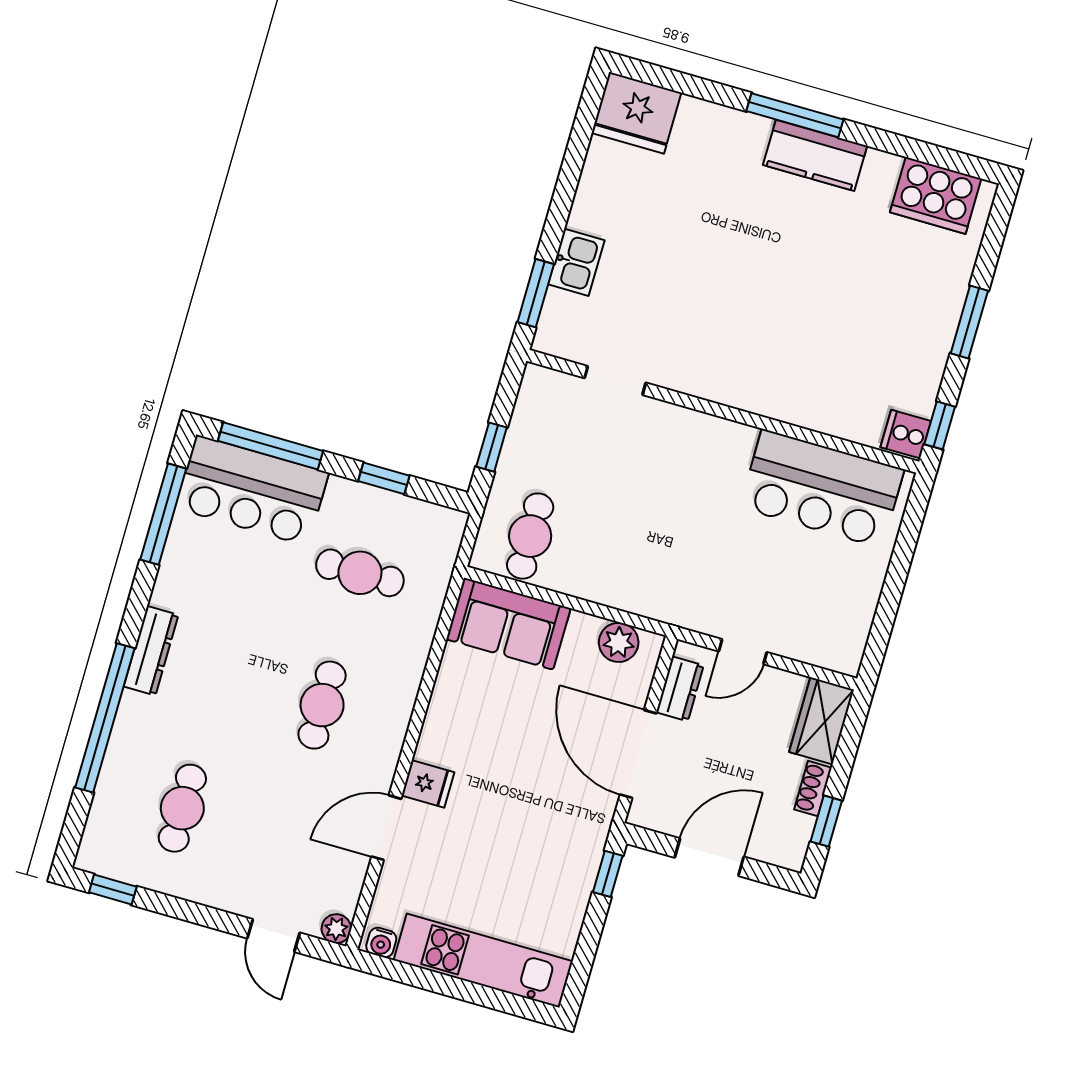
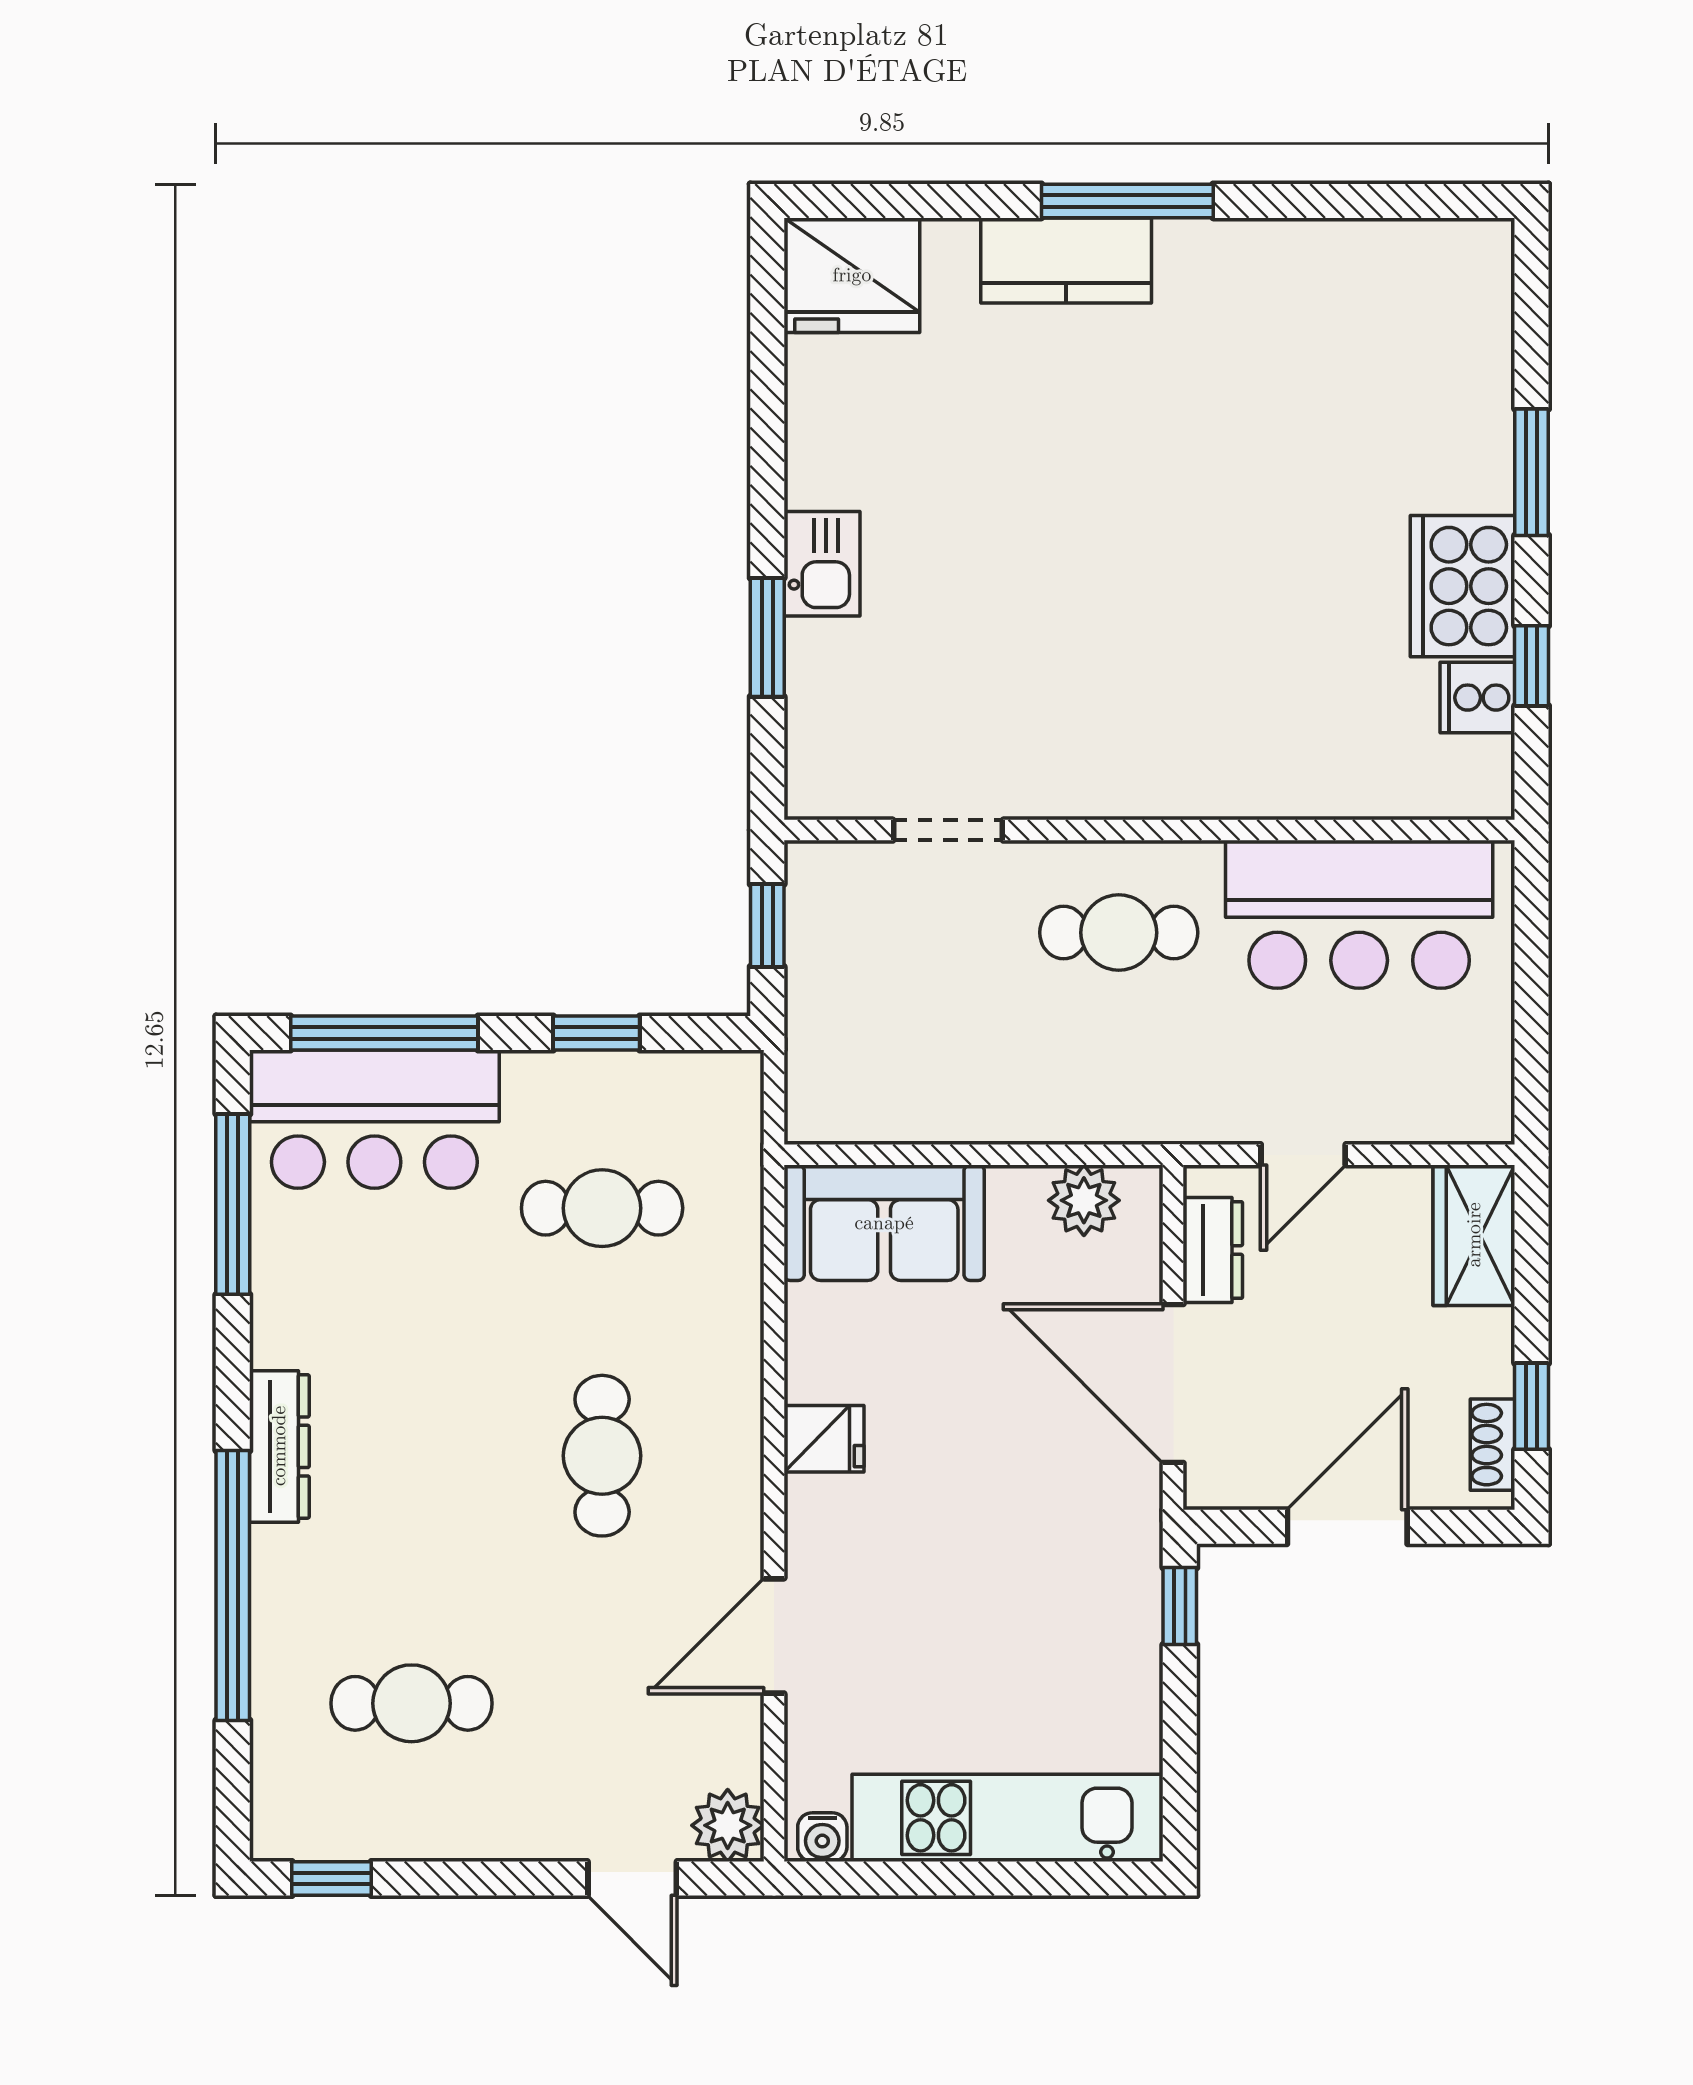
kitchen counter: (815, 155) -> (1066, 260), moved
cooker: (936, 195) -> (1463, 586), moved, turned 90
doorway: (615, 380) -> (948, 830), moved
wall: (723, 411) -> (1149, 830), moved
bar counter: (822, 488) -> (1359, 914), moved
cafe table: (530, 536) -> (1119, 933), moved, turned 90
fridge: (428, 784) -> (824, 1439), moved
shoe rack: (813, 789) -> (1492, 1445), moved
cafe table: (182, 808) -> (411, 1703), turned 90
plant: (336, 929) -> (728, 1825), width x1.38, depth x1.38

